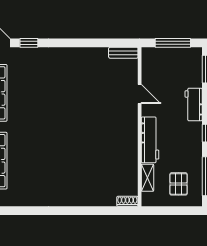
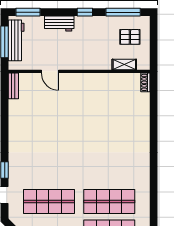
door: (140, 94) -> (50, 71), swing flipped
workbench: (150, 140) -> (16, 40), moved, turned 90

